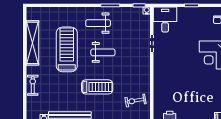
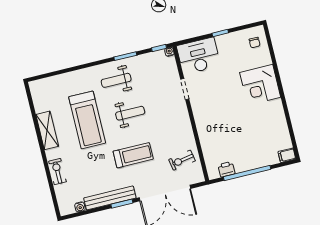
desk: (165, 20) -> (199, 56), width x1.37
shelving: (33, 43) -> (47, 130), width x0.68
treadmill: (67, 49) -> (87, 120), turned 180

